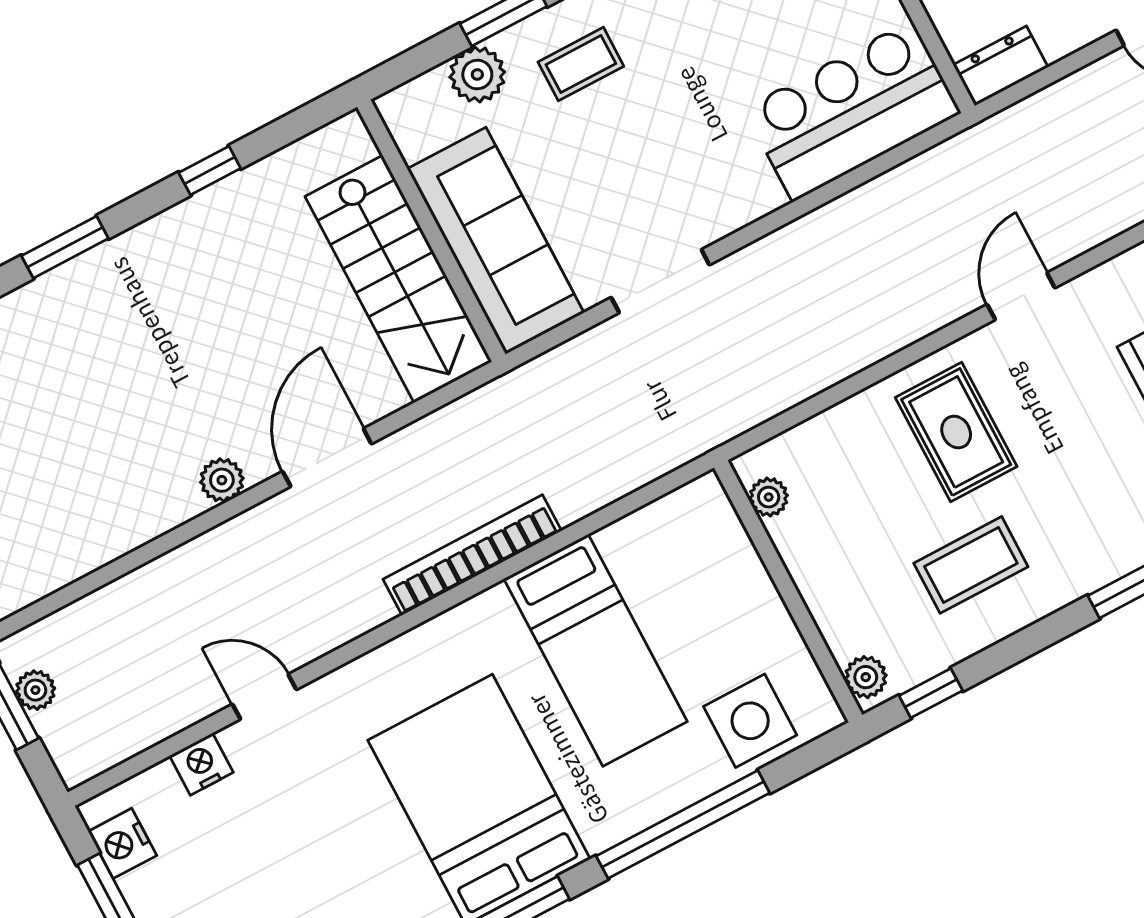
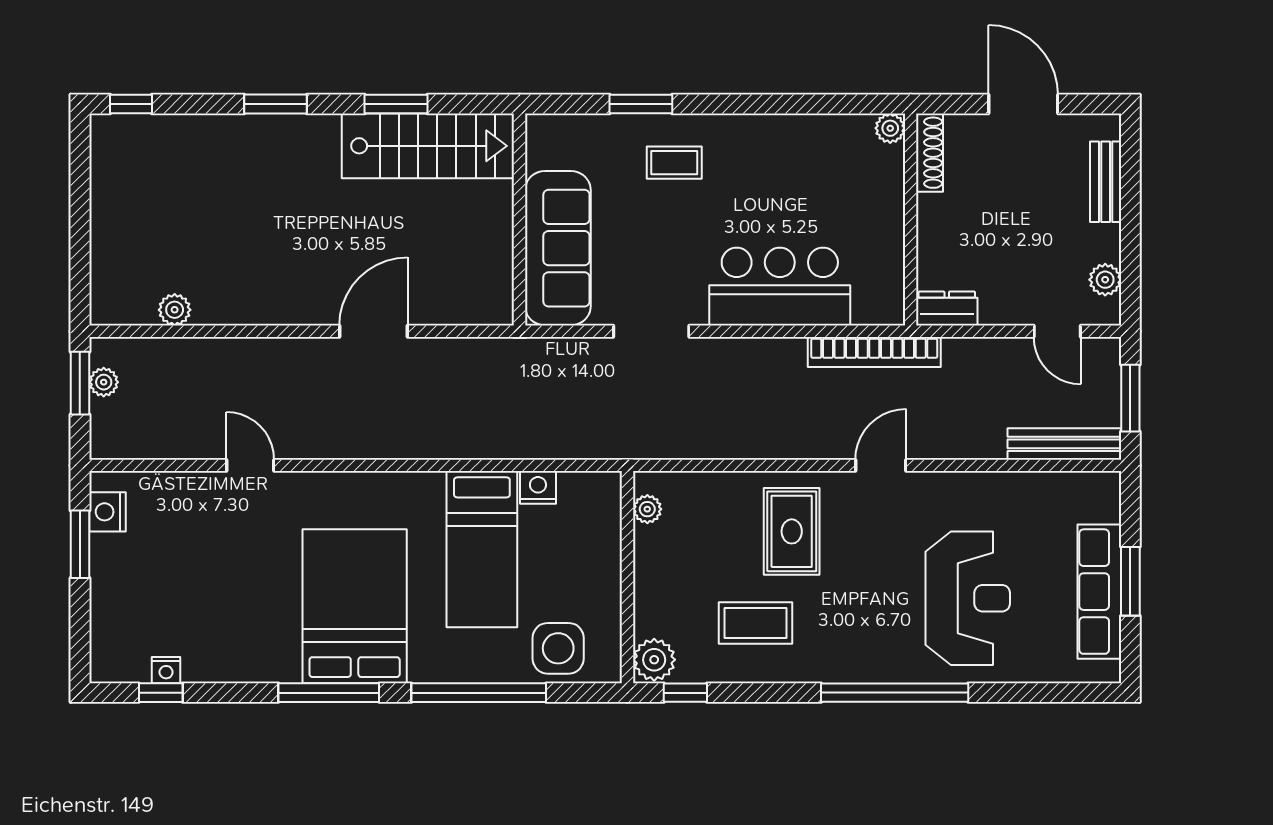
plant: (477, 75) -> (603, 134), removed
bar counter: (852, 111) -> (780, 287), moved
window: (210, 171) -> (396, 104), width x1.50
stairs: (398, 279) -> (428, 146), moved, turned -90
plant: (222, 480) -> (175, 310), moved
bookcase: (472, 555) -> (874, 352), moved, turned 180
plant: (866, 677) -> (654, 660), width x1.38, depth x1.38
nightstand: (201, 764) -> (538, 487), moved

